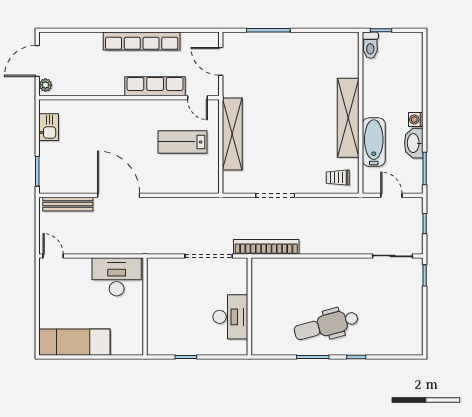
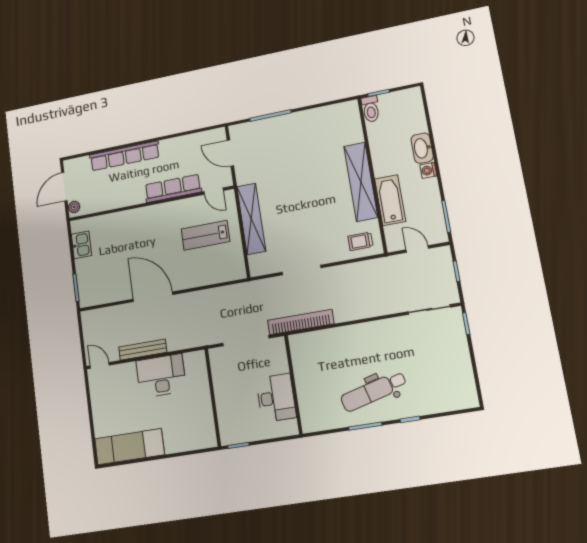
row of seats: (142, 41) -> (124, 156), moved
washbasin: (414, 143) -> (422, 148), moved
bench: (68, 204) -> (143, 350), moved
wall: (145, 307) -> (213, 397), moved

